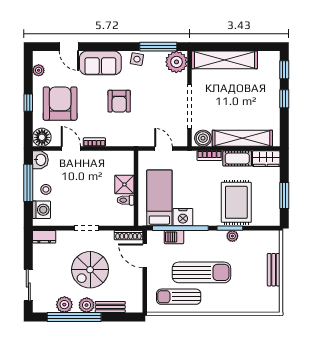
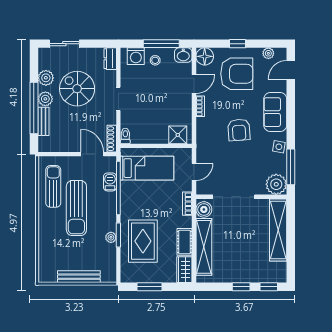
door: (69, 47) -> (291, 70), moved
armchair: (119, 101) -> (239, 130), turned -94
bookcase: (209, 156) -> (187, 204), moved
shower: (124, 184) -> (178, 135), moved
toilet: (126, 200) -> (125, 136), moved
rug: (236, 202) -> (143, 241), turned 90
nightstand: (183, 217) -> (129, 190), removed
door: (145, 256) -> (92, 154), hinge flipped
spiral stairs: (90, 270) -> (77, 89), moved
bench: (274, 270) -> (79, 277), width x1.36
window: (74, 317) -> (34, 108), moved

